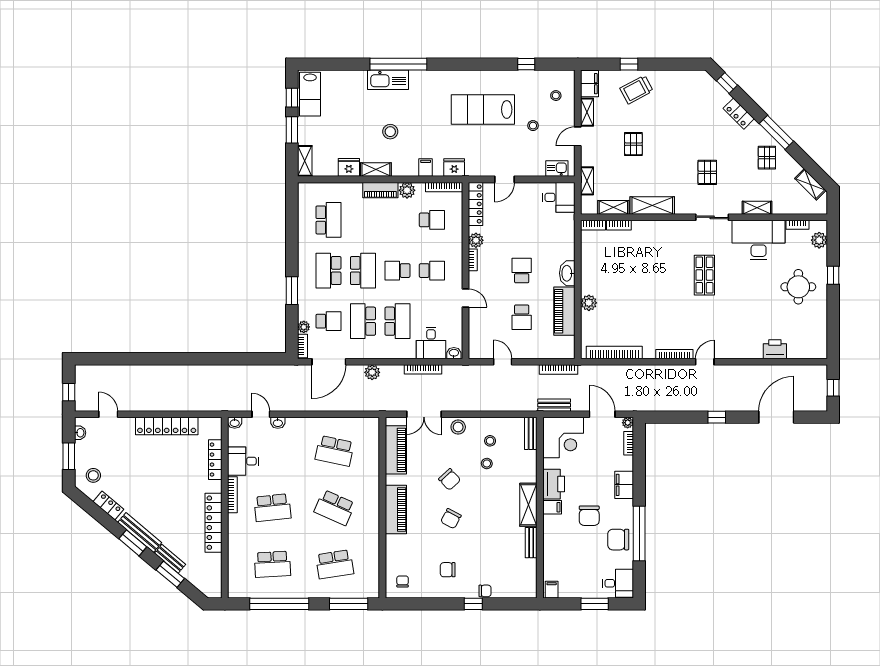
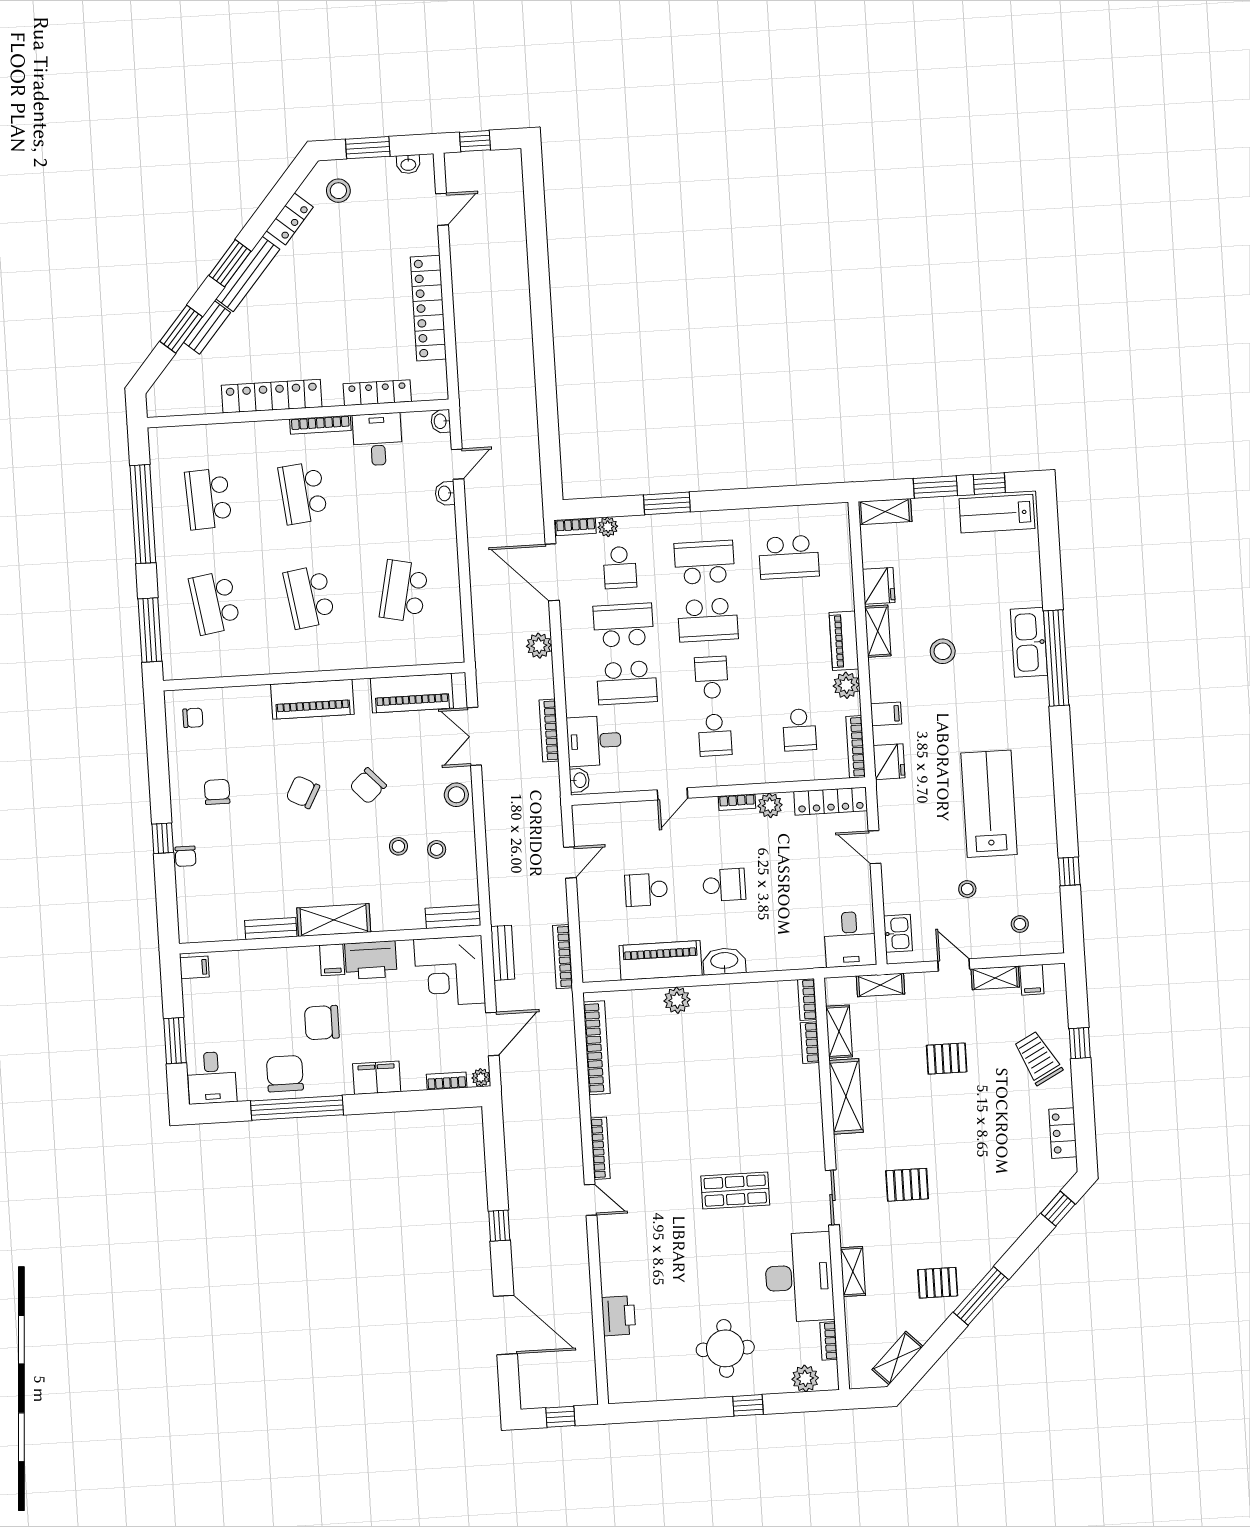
filing cabinet: (590, 84) -> (1032, 980), width x0.50
locker: (739, 114) -> (1063, 1133), moved, turned -45
school desk: (335, 508) -> (309, 597), turned -33

